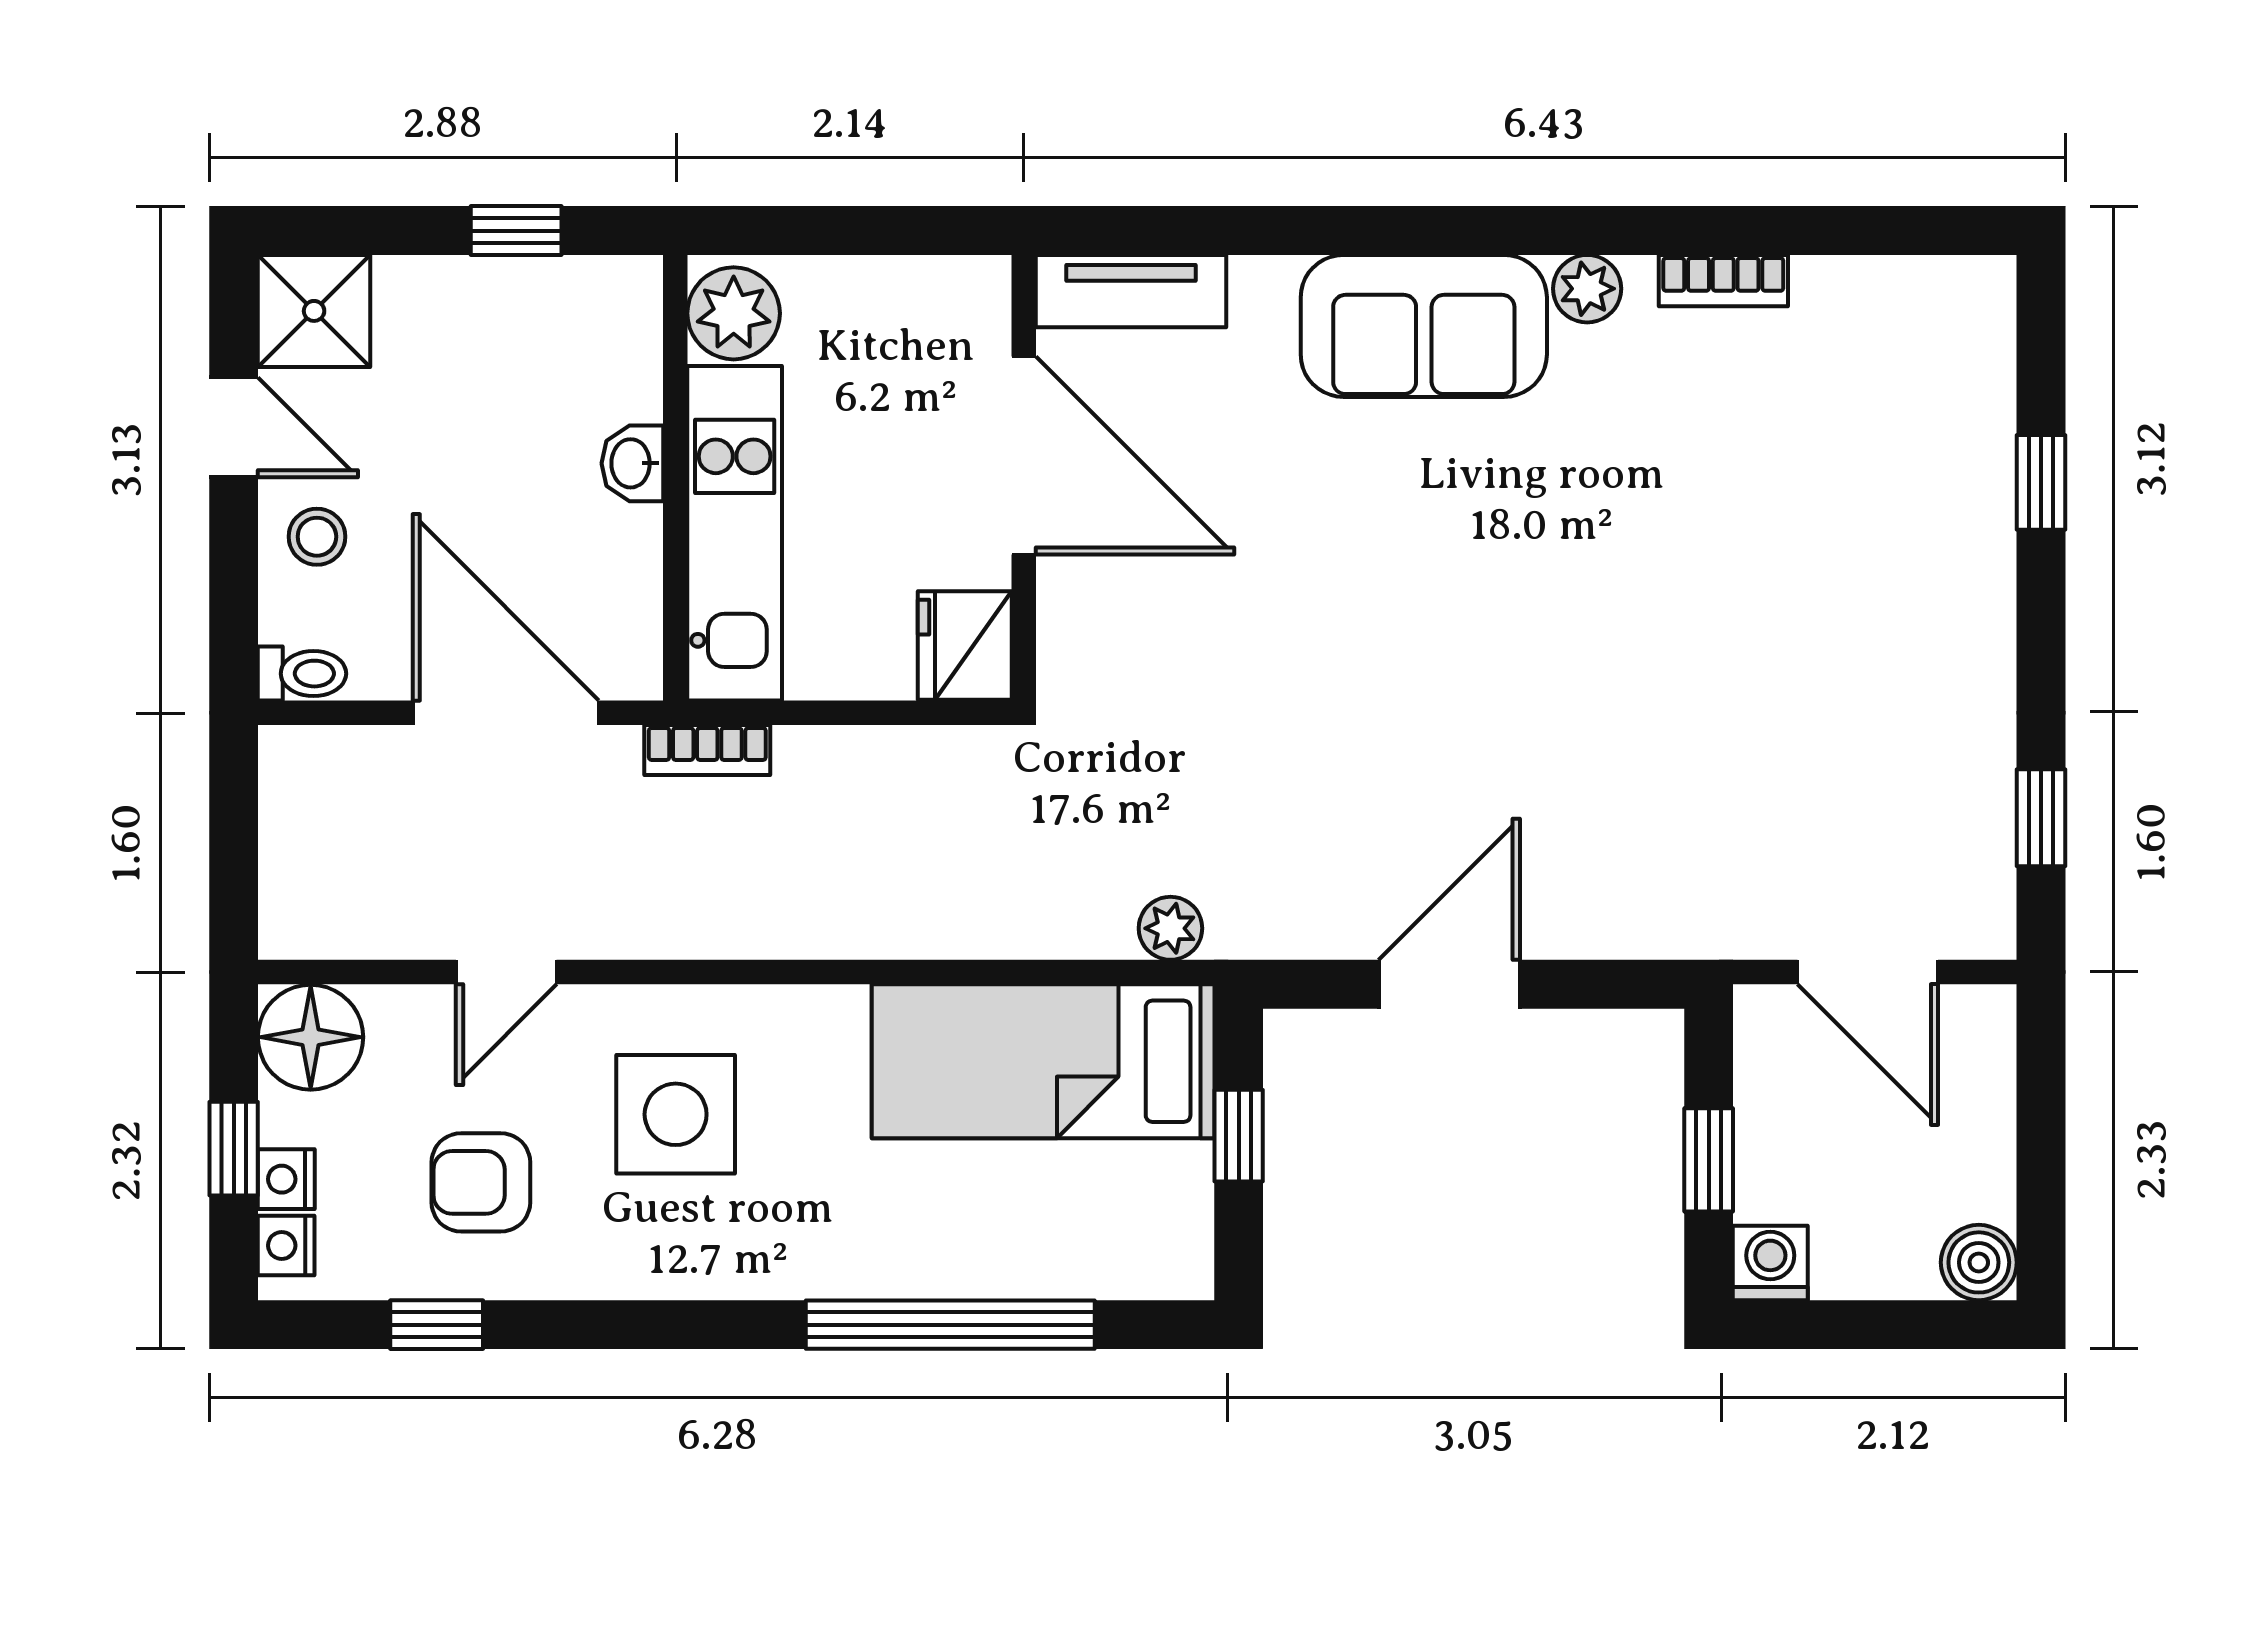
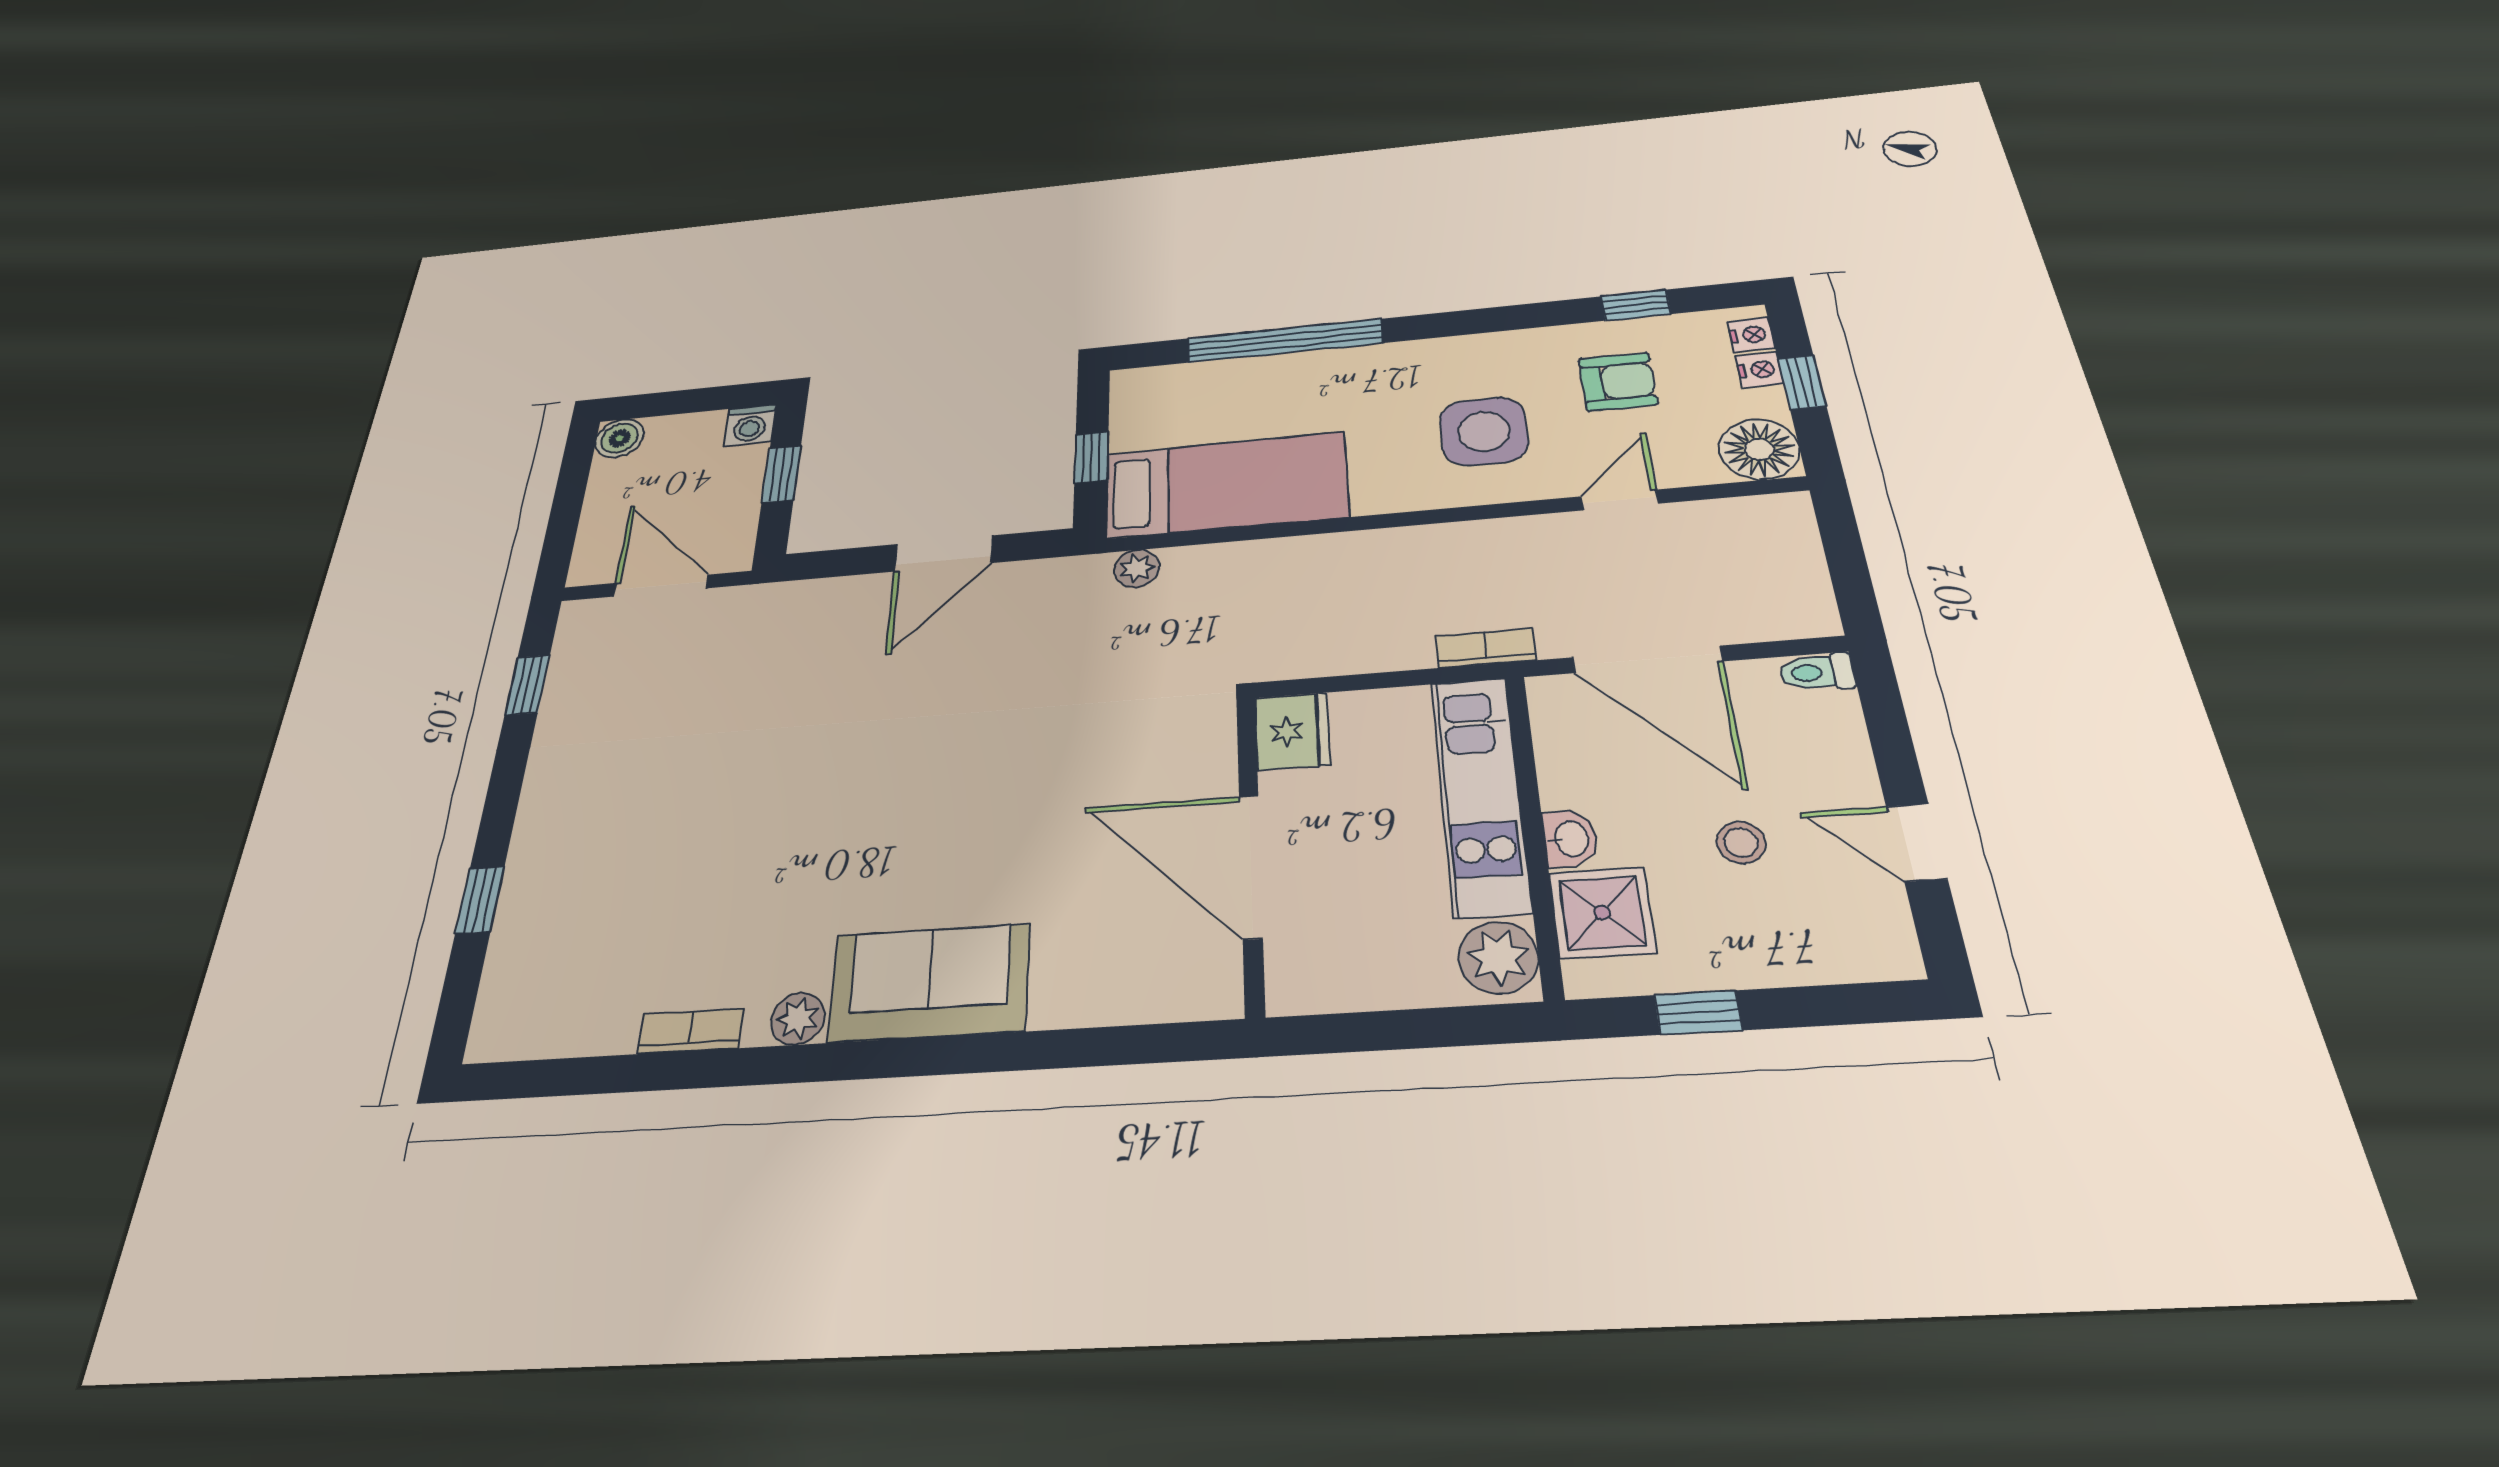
tv unit: (1131, 291) -> (1165, 995), removed
shower: (314, 311) -> (1602, 912), moved
stool: (317, 537) -> (1741, 842), moved

